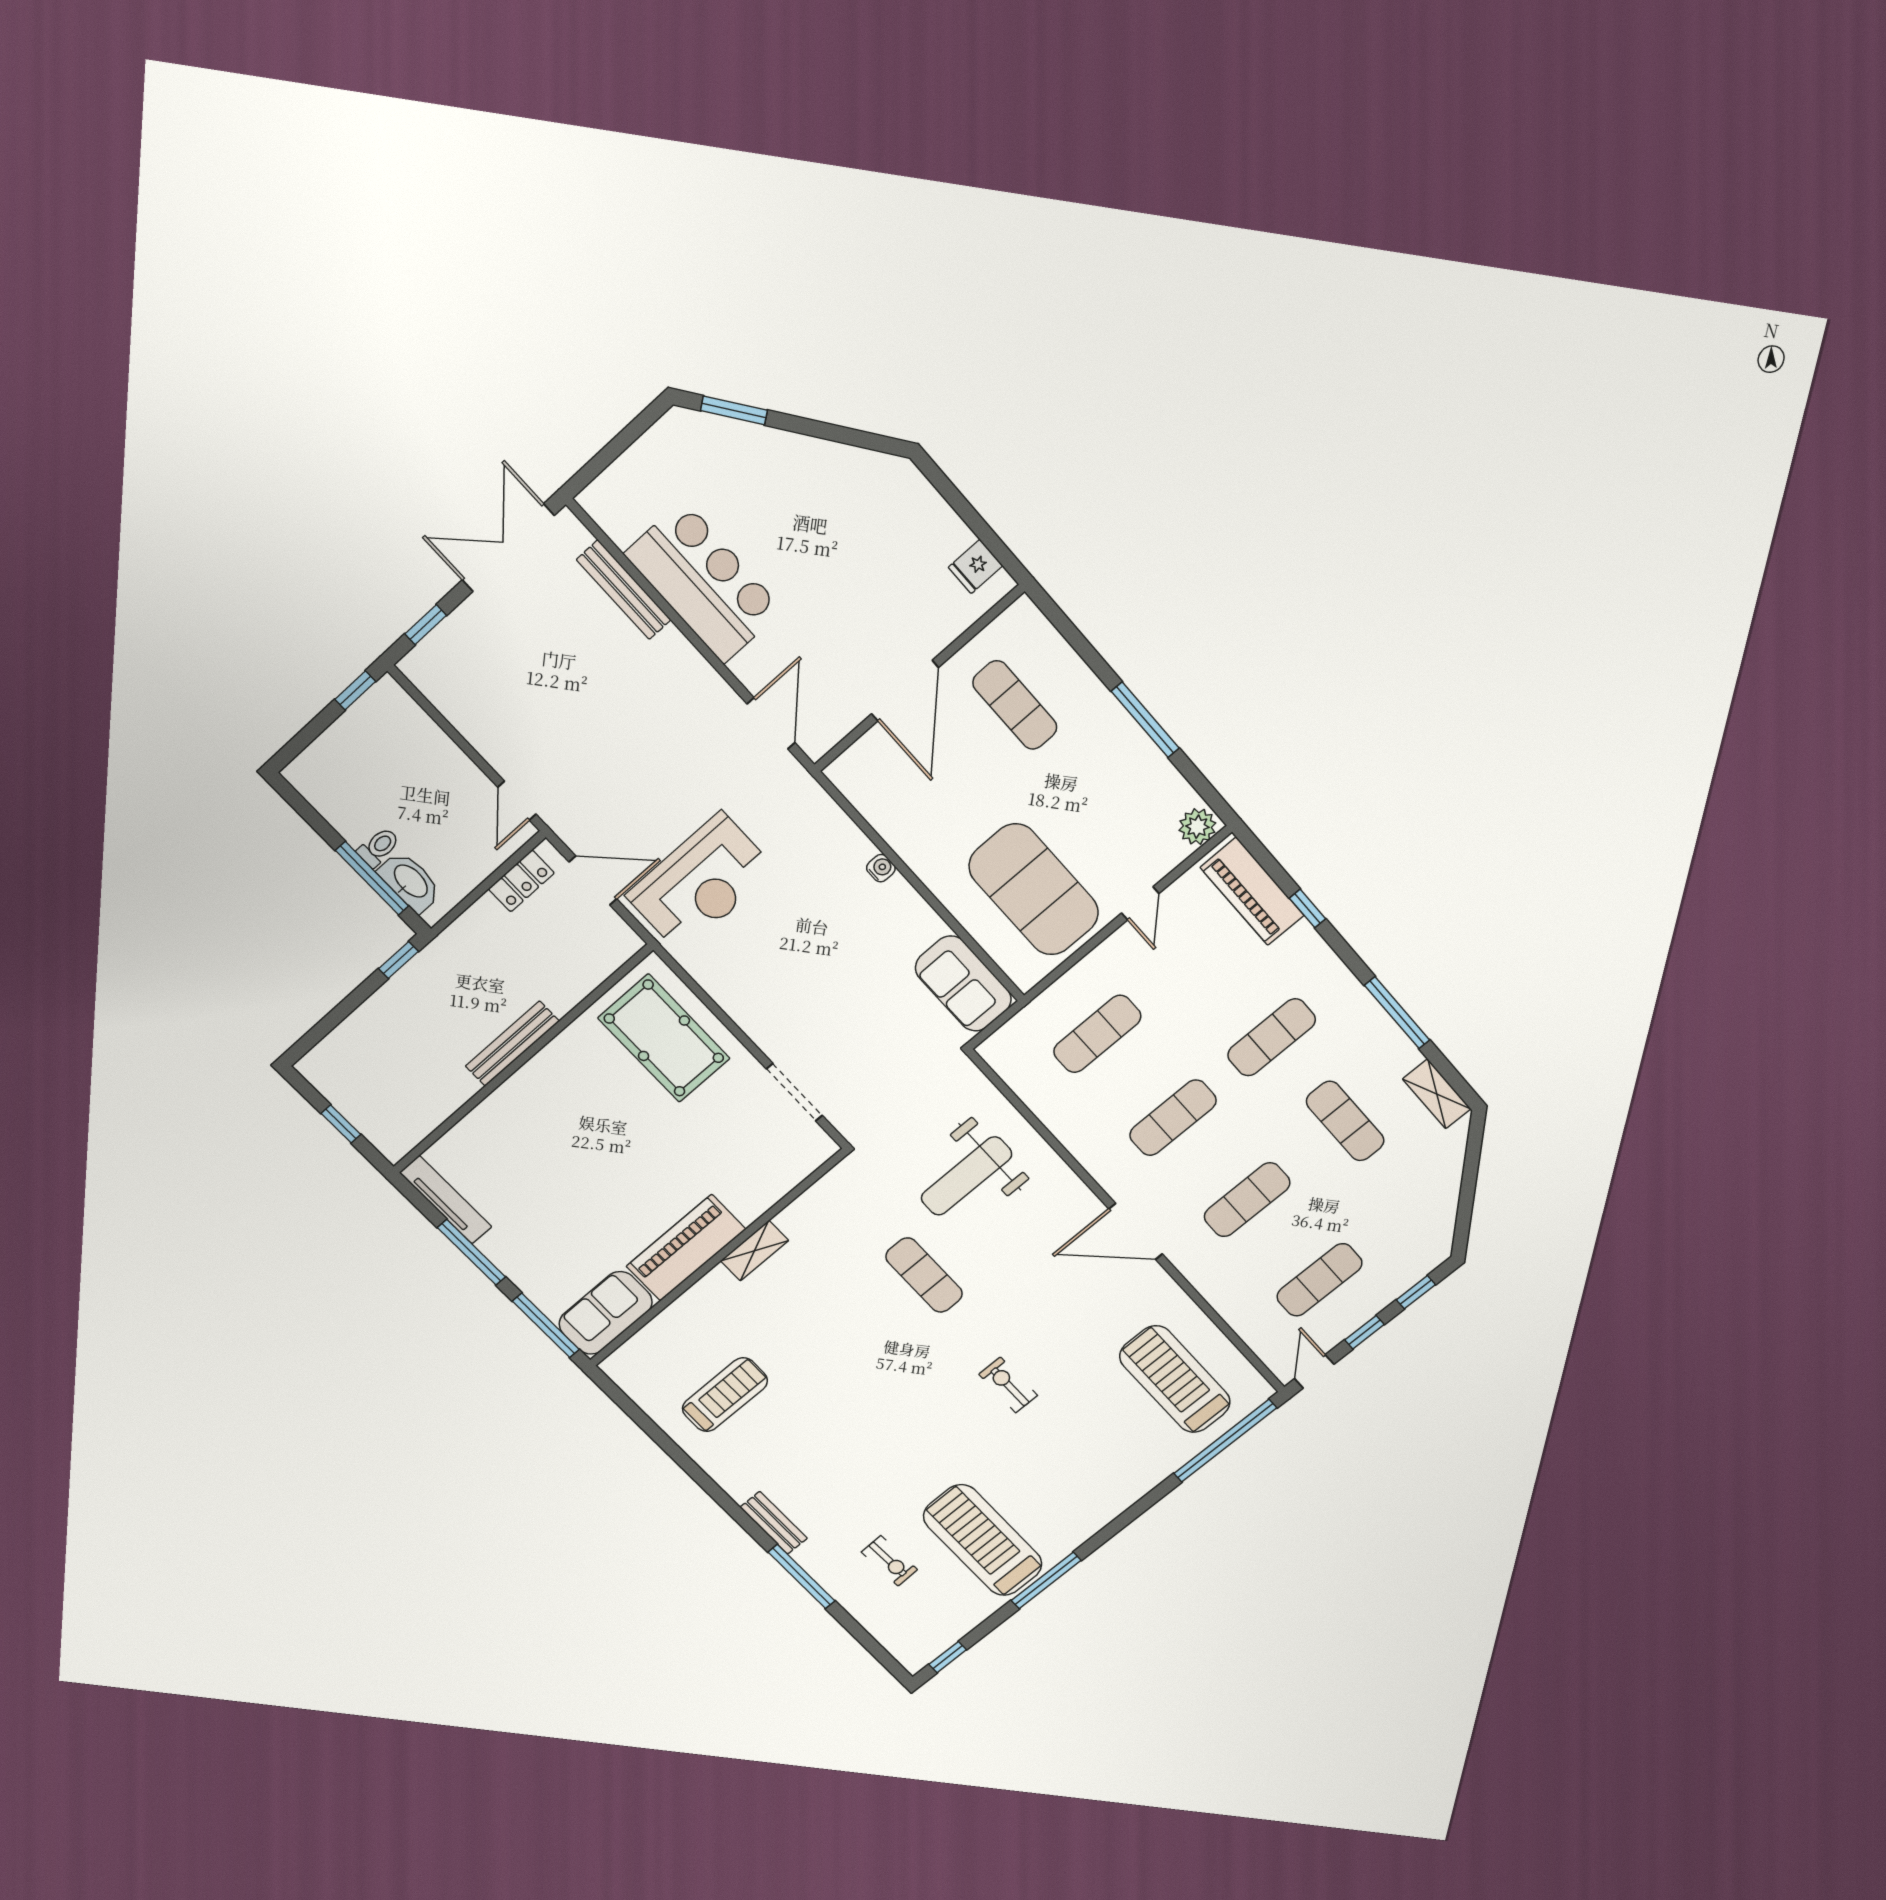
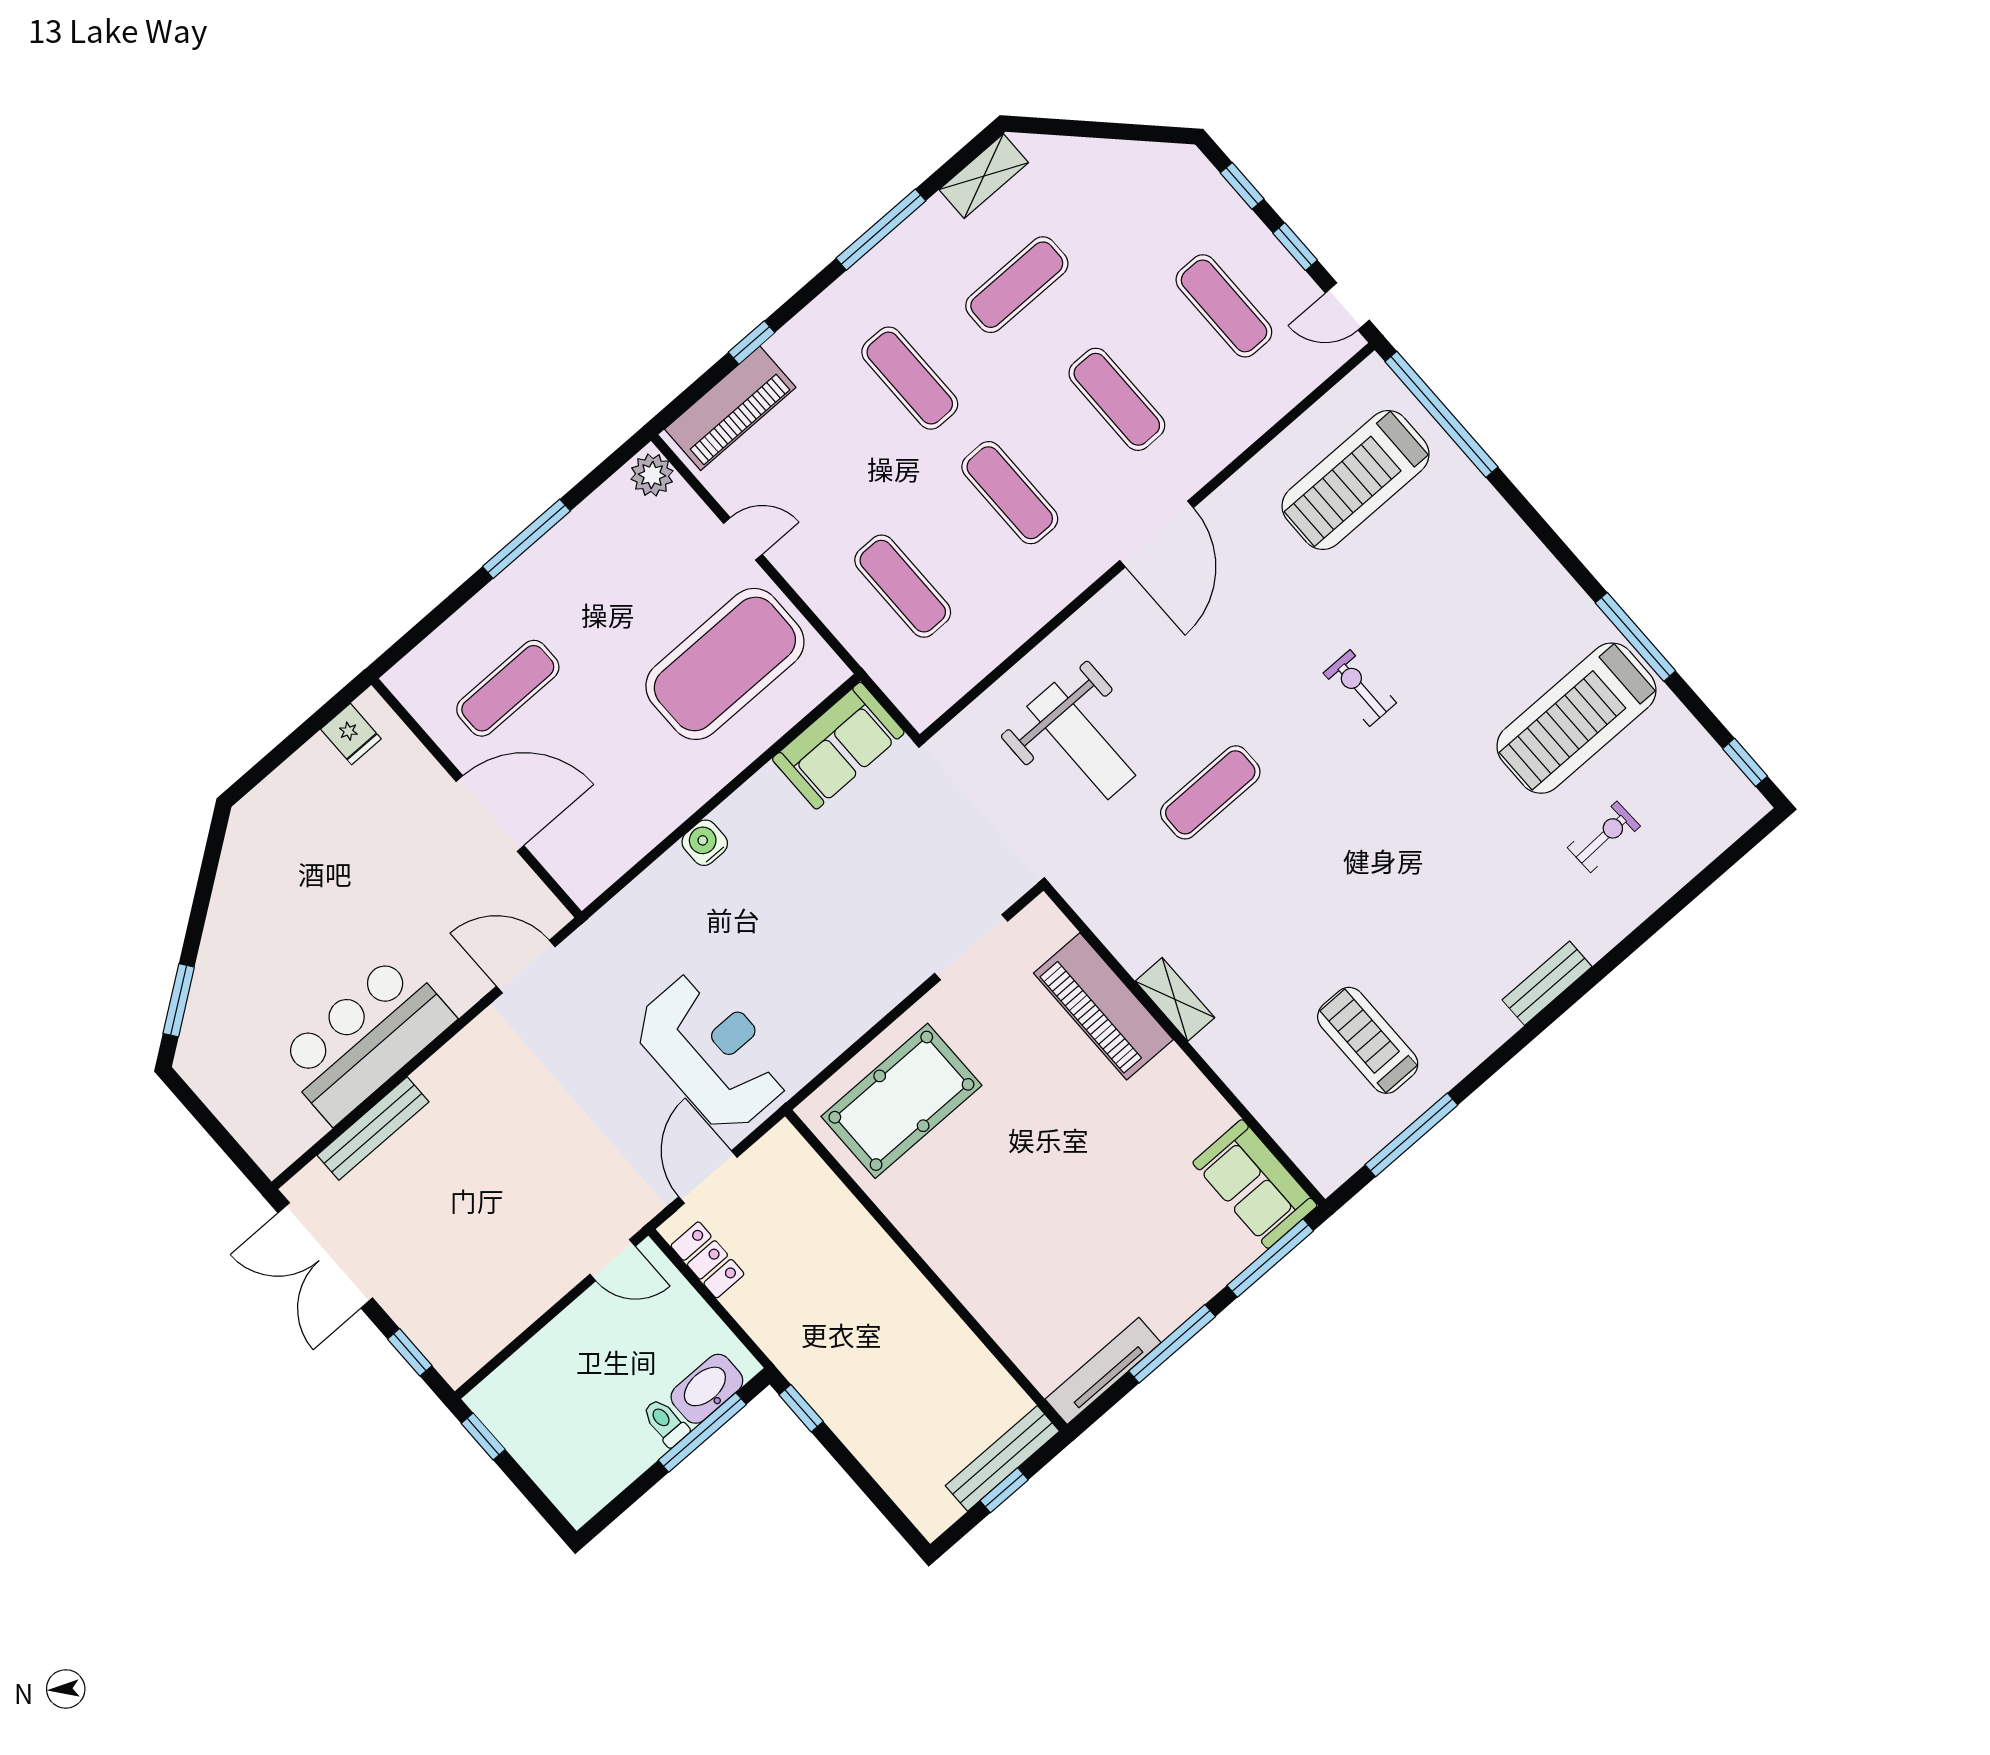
water cooler: (881, 868) -> (705, 843), width x1.38, depth x1.38
bench: (512, 1044) -> (1002, 1458), moved, turned 90
piano: (686, 1248) -> (1103, 1006), moved
exercise bike: (1008, 1385) -> (1360, 688), turned 90
window: (802, 1577) -> (1411, 1135), moved

